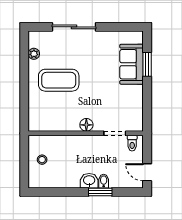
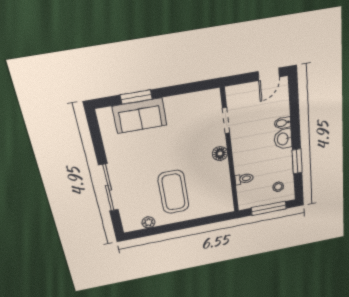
toilet: (132, 143) -> (244, 179), moved
stool: (42, 160) -> (278, 187), moved
window: (24, 163) -> (269, 208), added
window: (100, 192) -> (297, 161), moved

